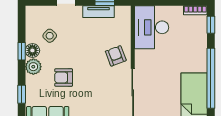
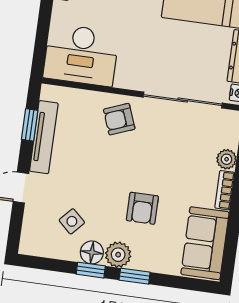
tv unit: (98, 12) -> (44, 137), width x1.41
window: (22, 94) -> (135, 276), moved

